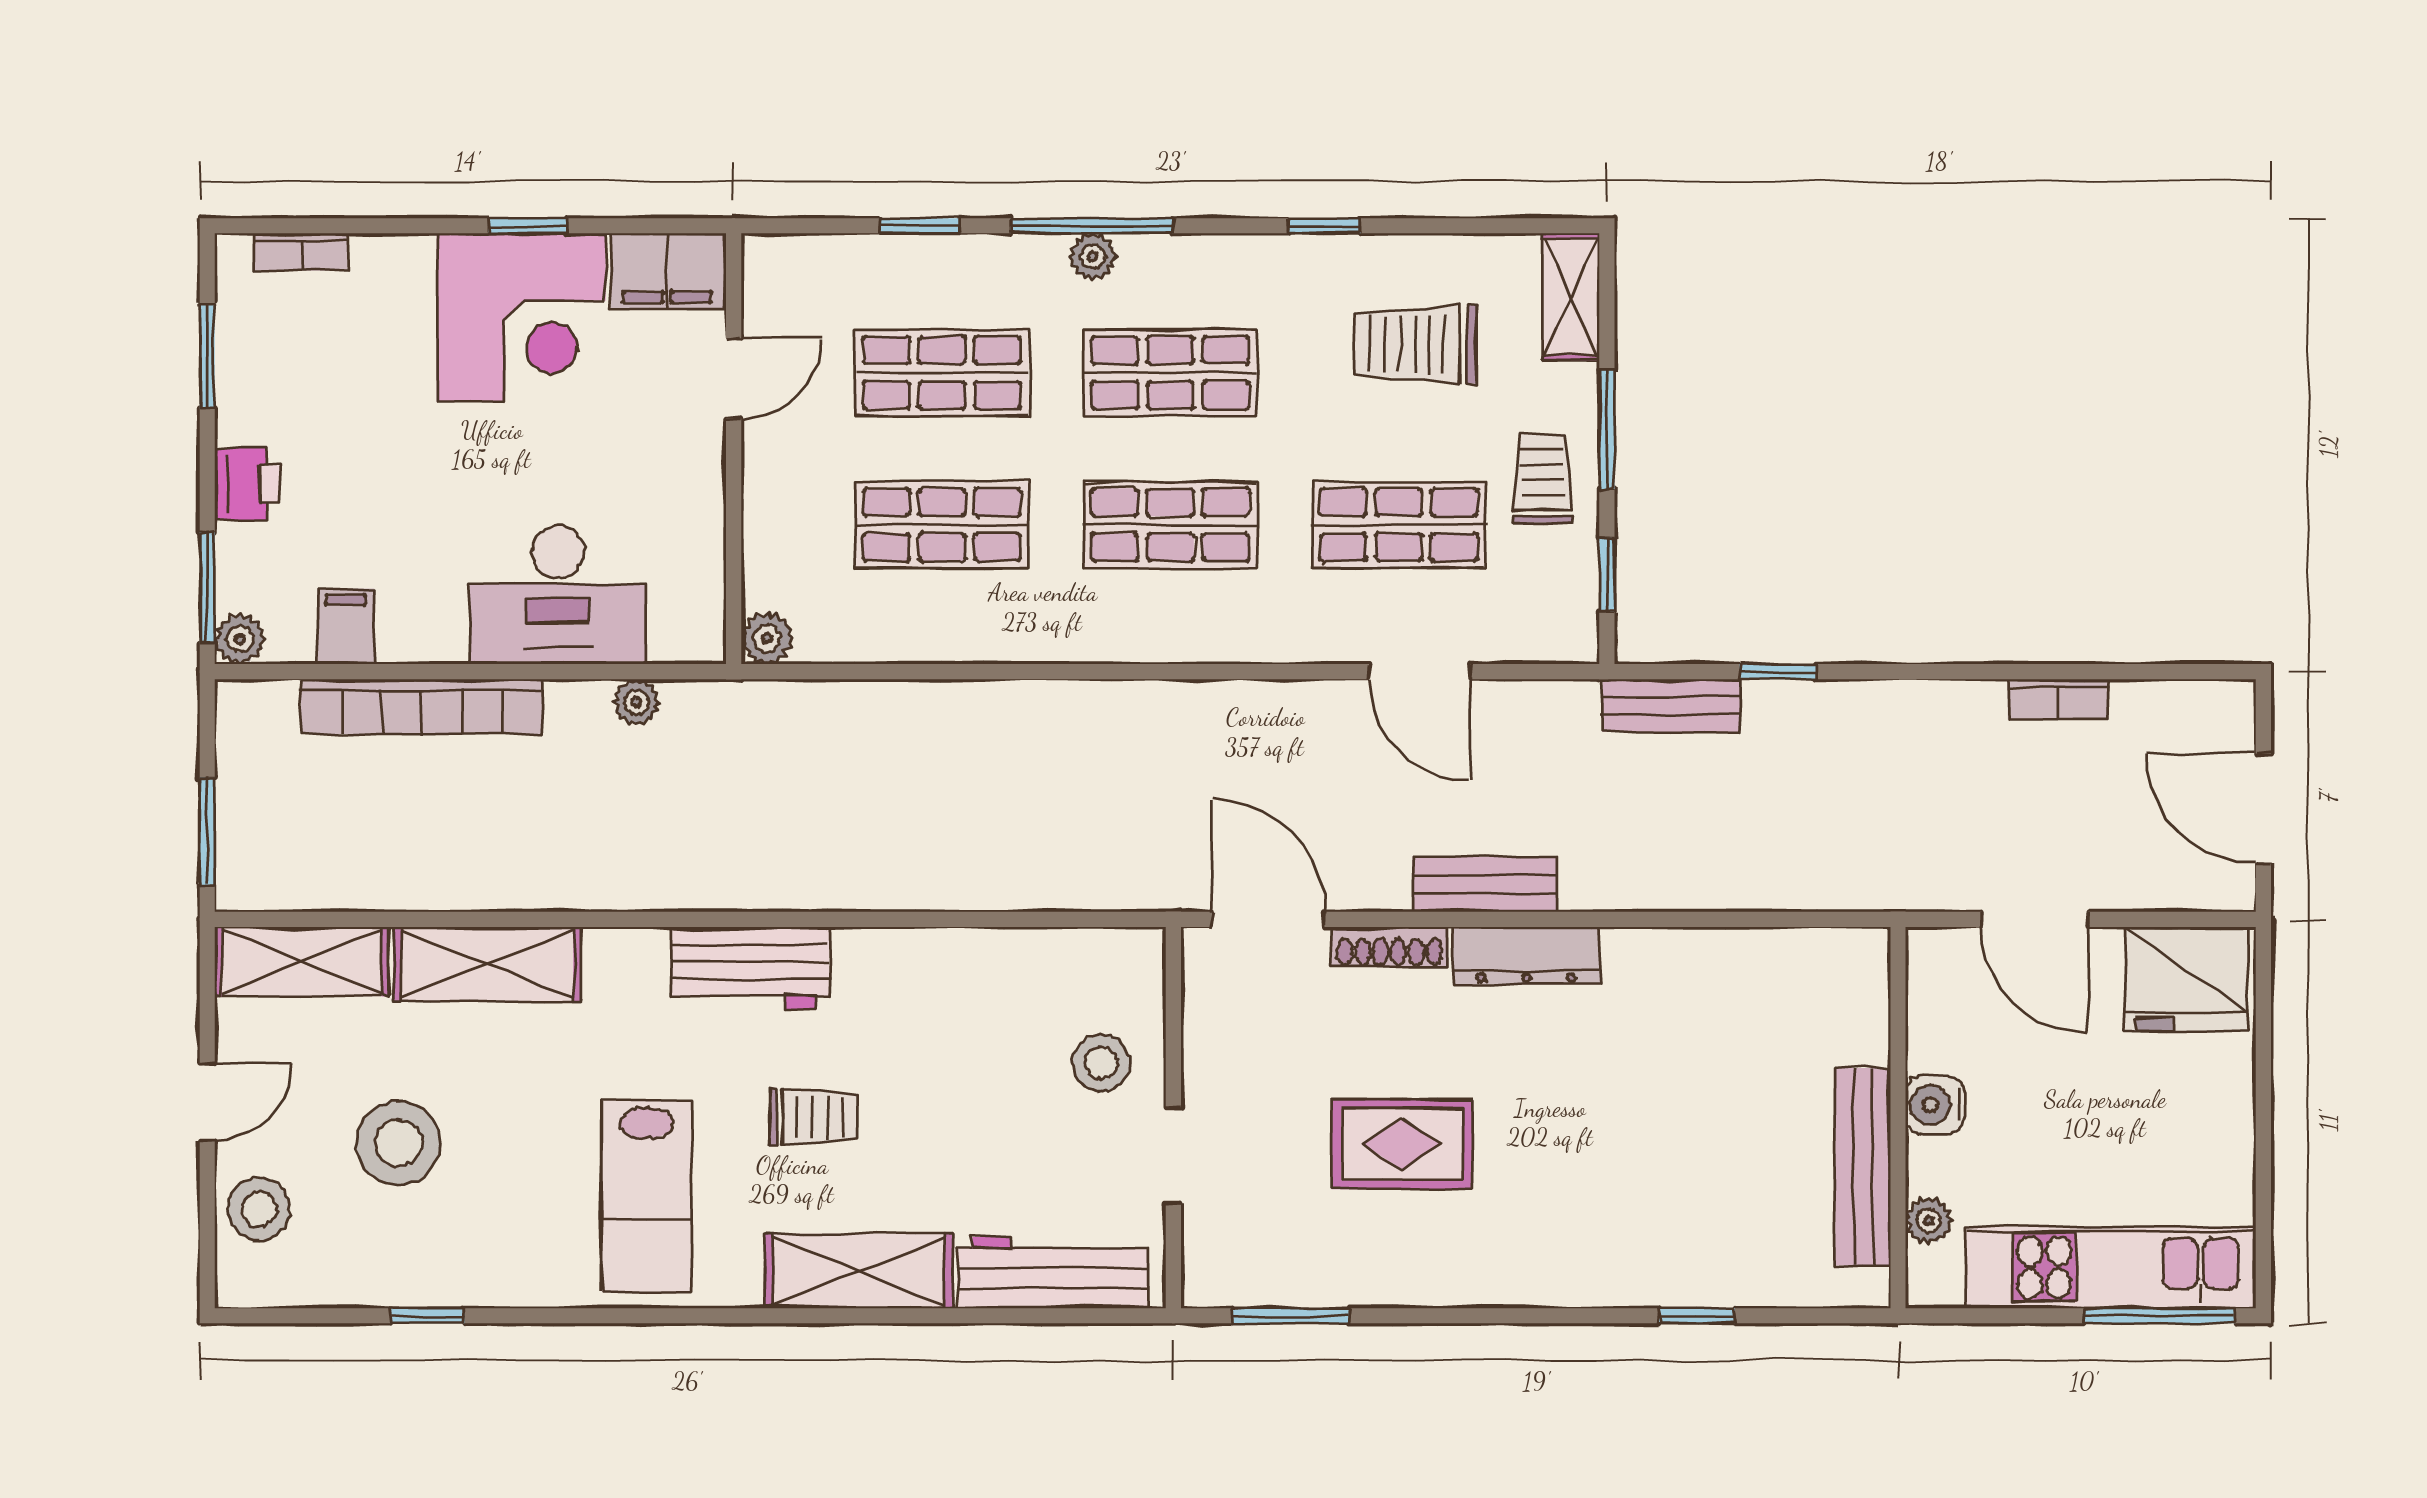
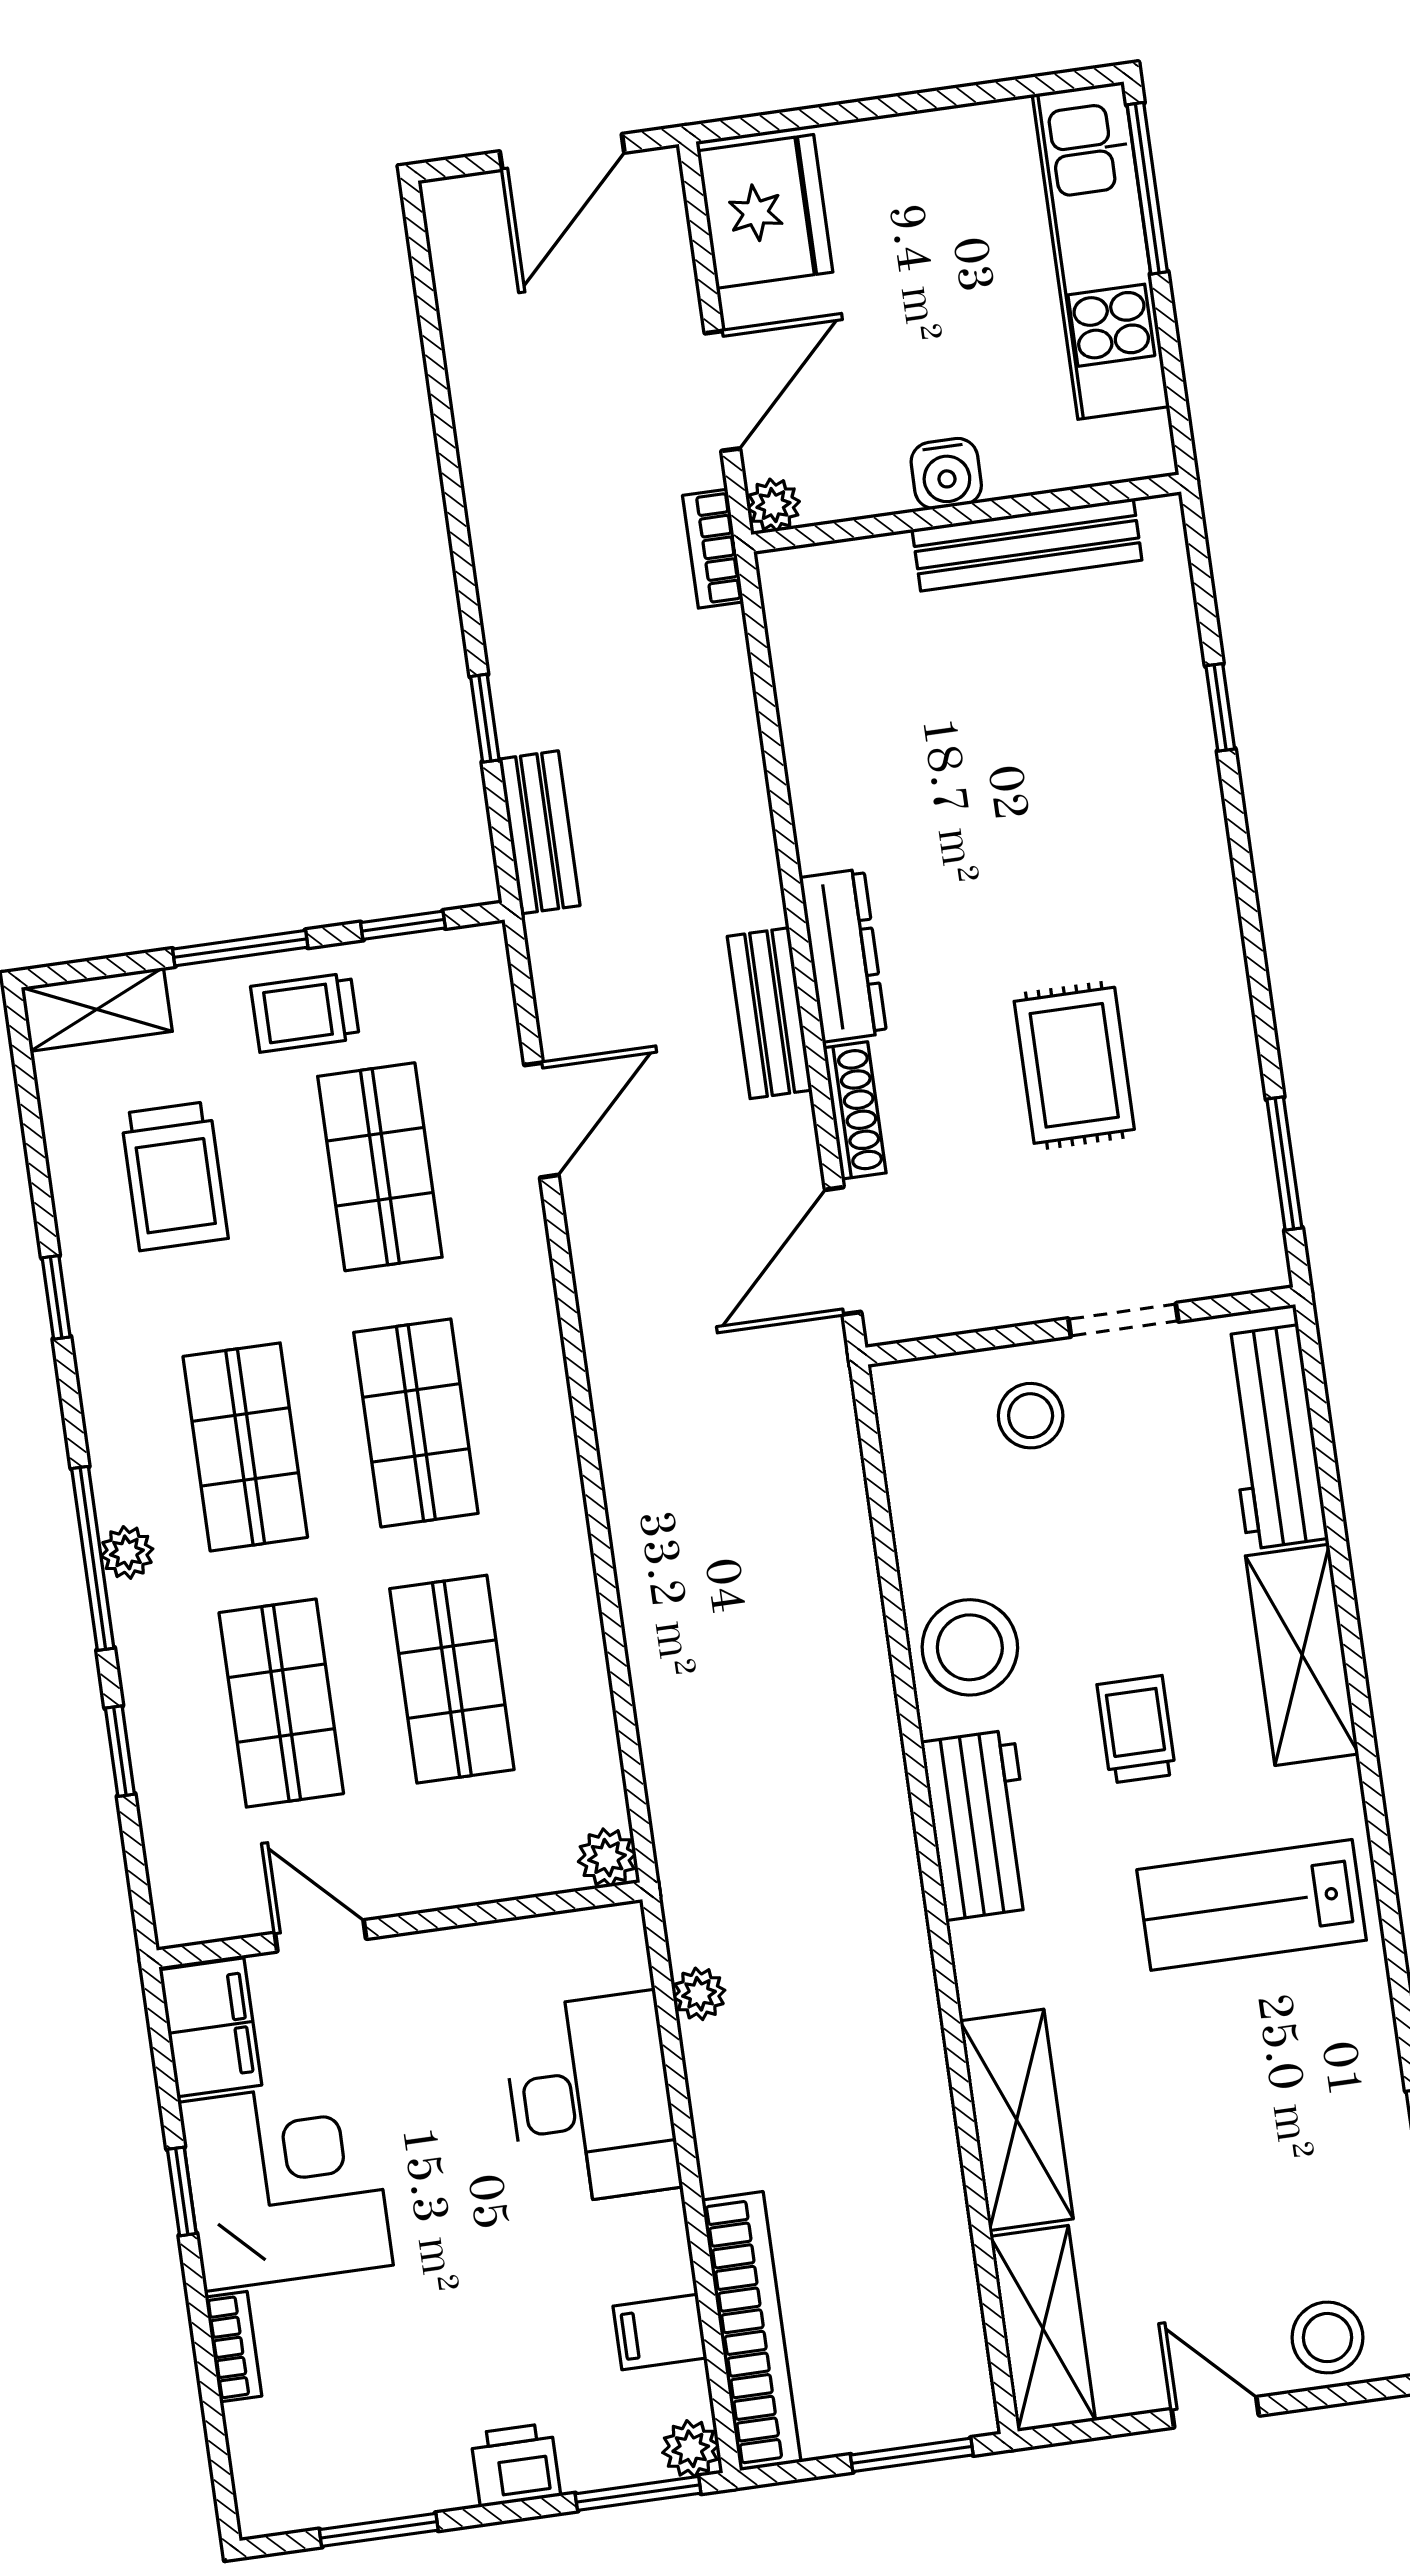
bookcase: (301, 252) -> (233, 2347), moved
bookcase: (2058, 699) -> (713, 549), moved, turned 180
bookcase: (422, 706) -> (751, 2331), moved
stool: (398, 1143) -> (970, 1647), moved
lab bench: (646, 1196) -> (1252, 1905), turned 180
plant: (1929, 1221) -> (773, 505), moved

